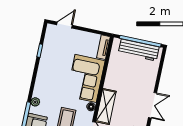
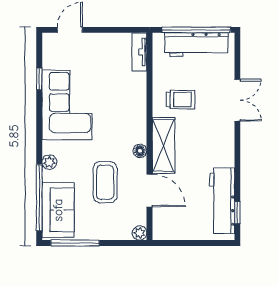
corner sofa: (86, 78) -> (67, 105), moved, turned 180
trolley: (122, 81) -> (181, 100), added
double door: (153, 105) -> (237, 100), moved

